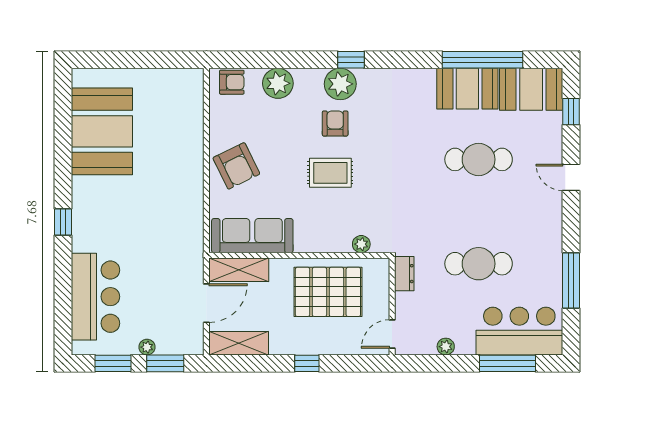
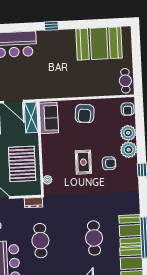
cafe table: (177, 84) -> (125, 81), added
plant: (340, 84) -> (129, 150), moved
armchair: (236, 166) -> (85, 114), turned -58
sofa: (252, 236) -> (49, 118), width x0.73

